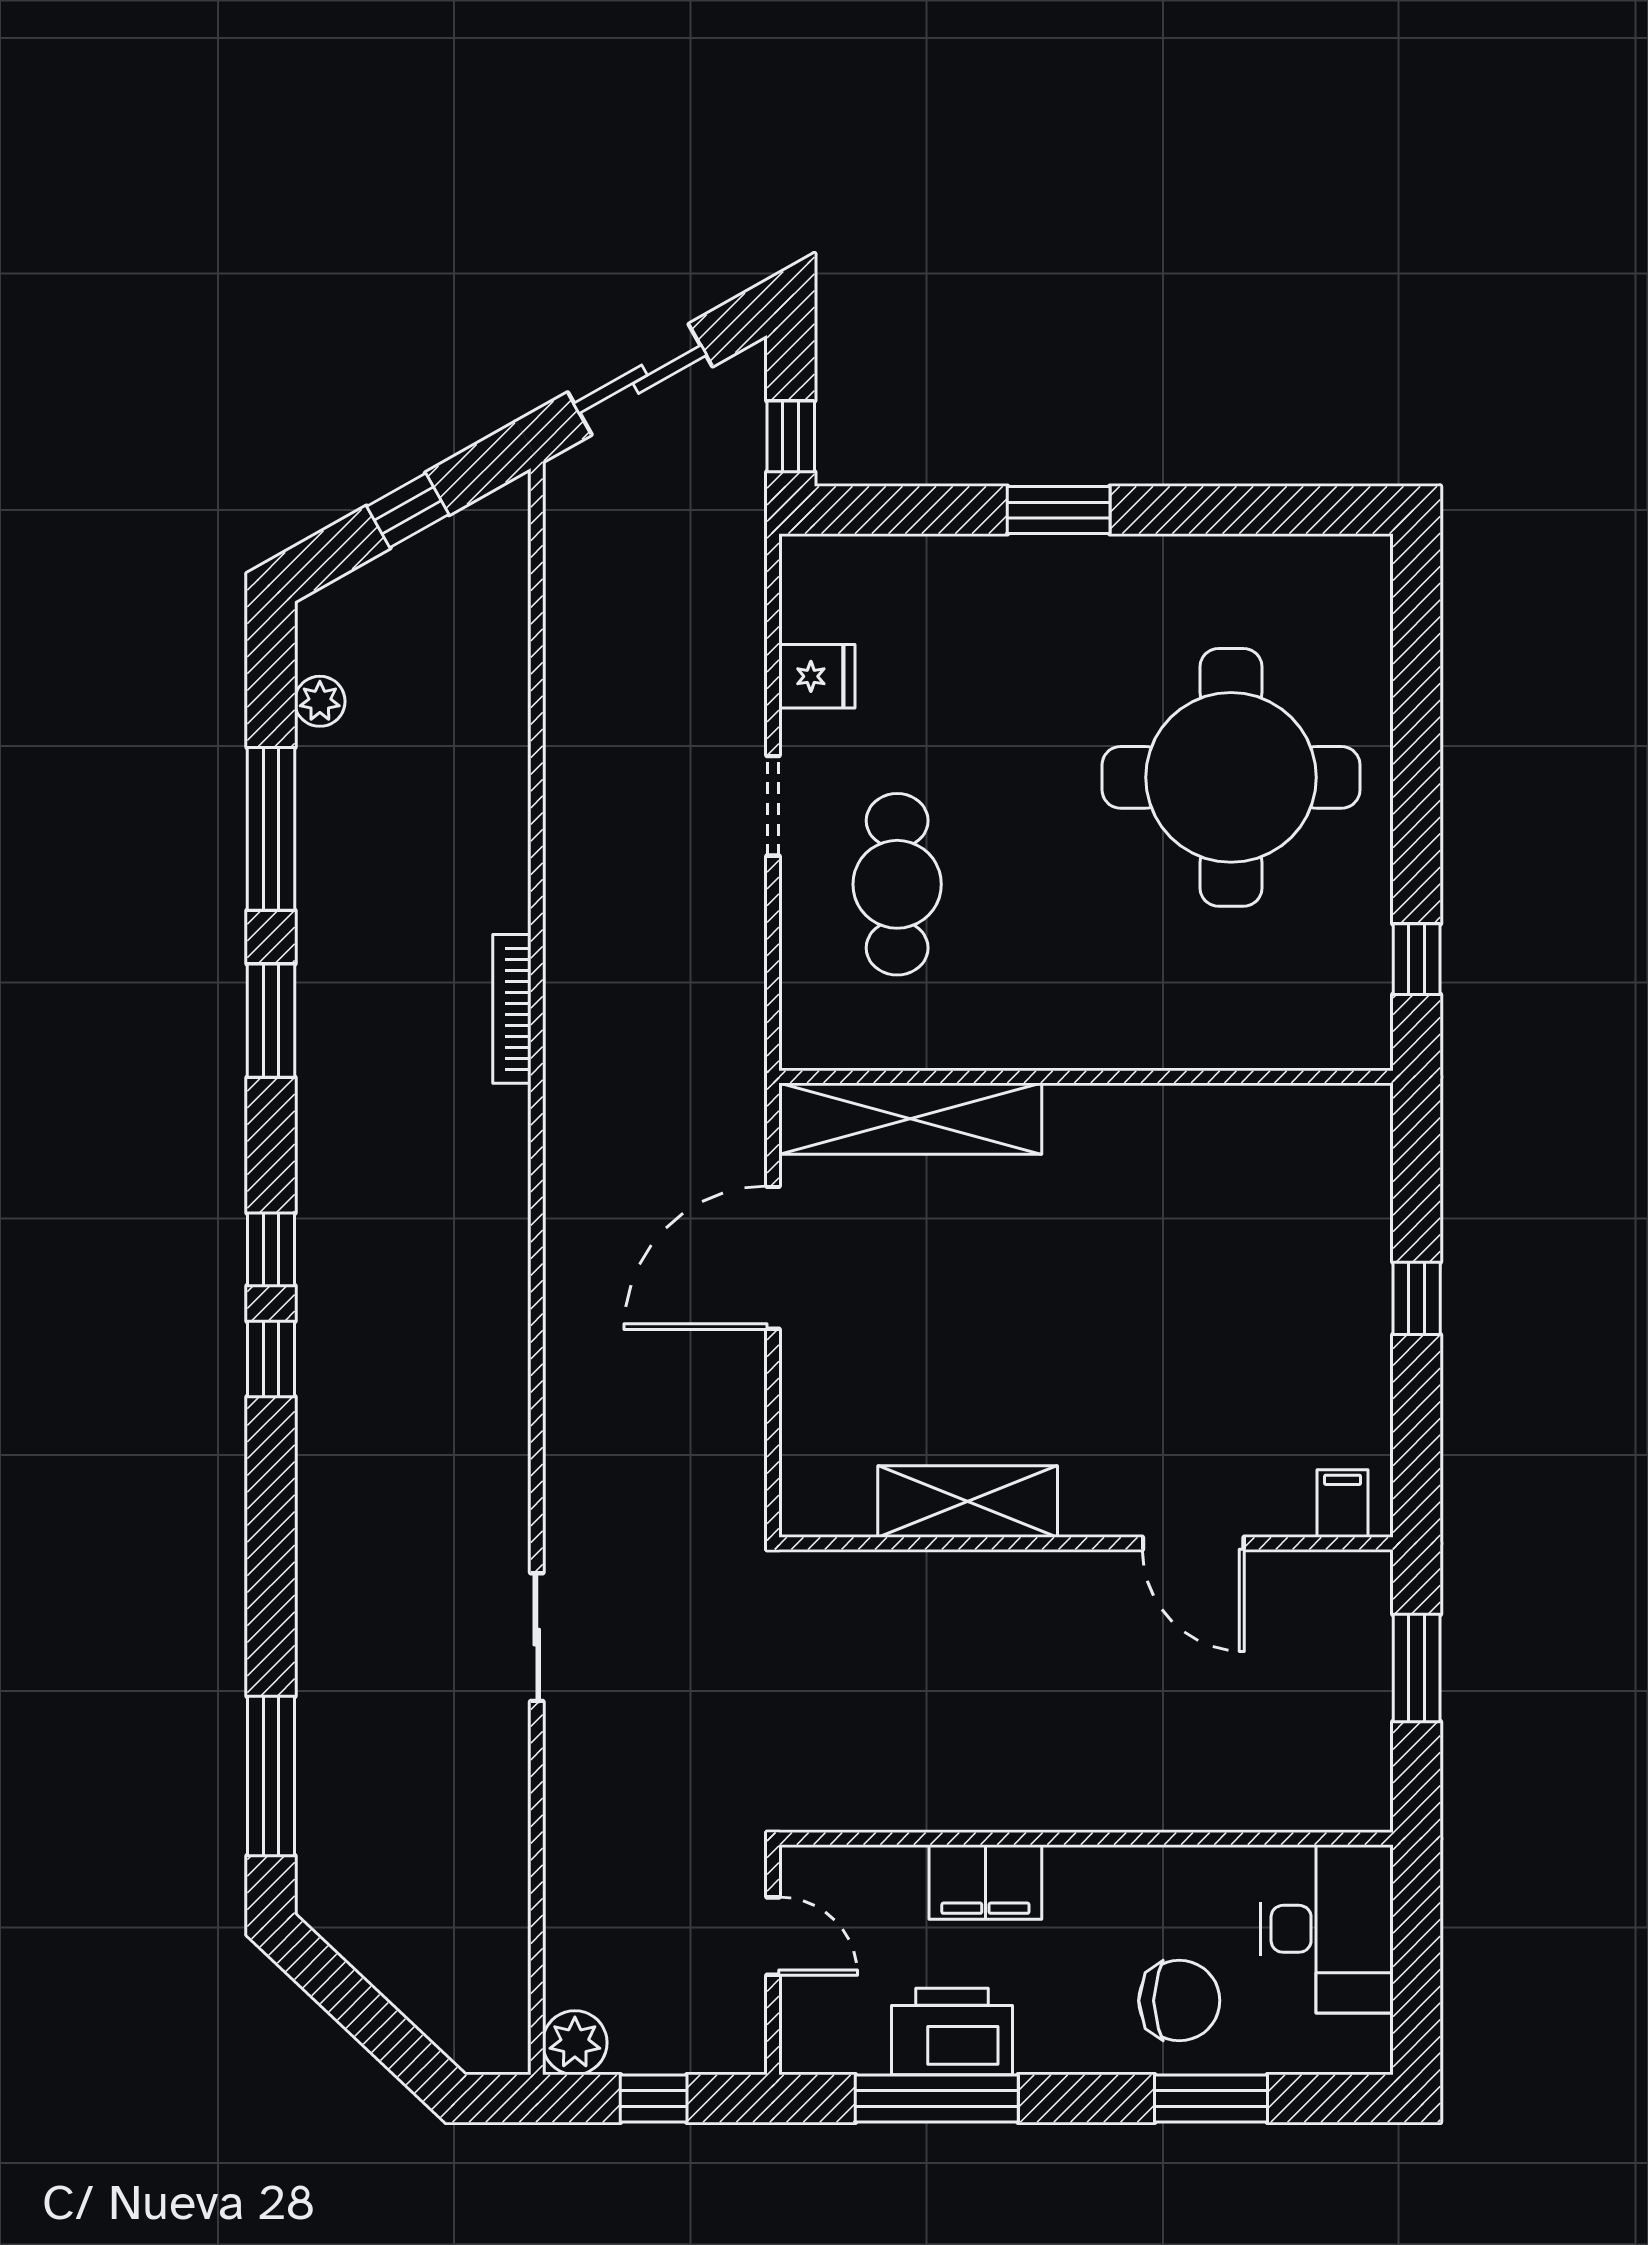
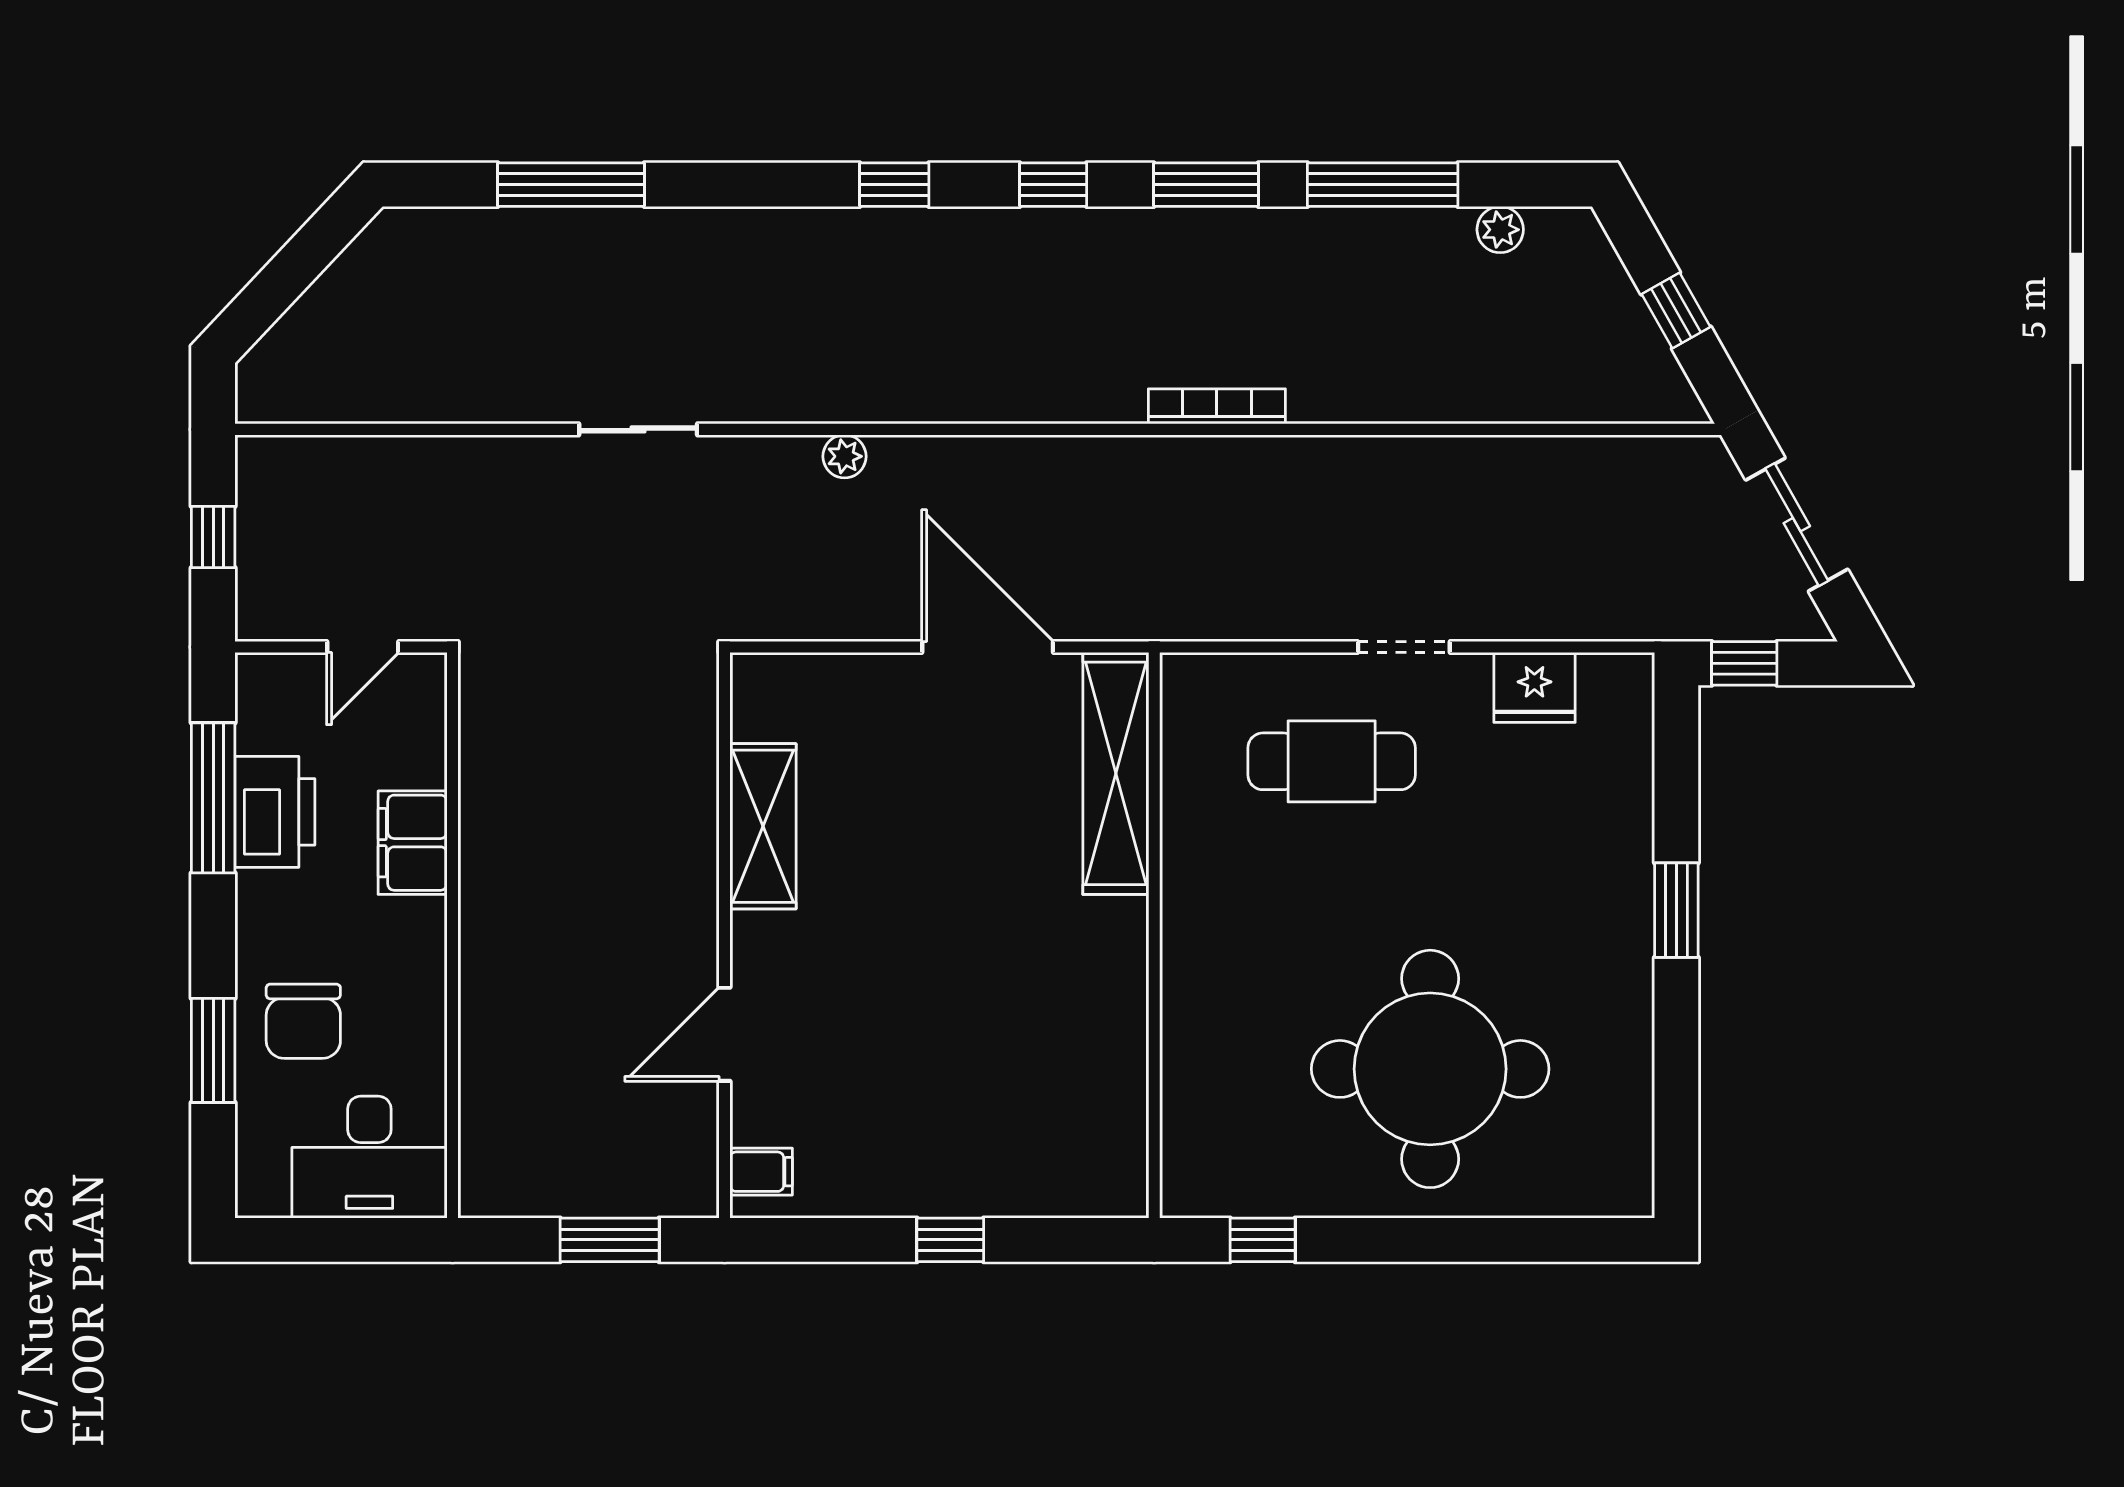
fridge: (817, 676) -> (1534, 687), width x1.38
window: (271, 1249) -> (1053, 185), moved
window: (271, 1776) -> (571, 185), moved
plant: (575, 2043) -> (844, 456), moved, width x0.73, depth x0.73

